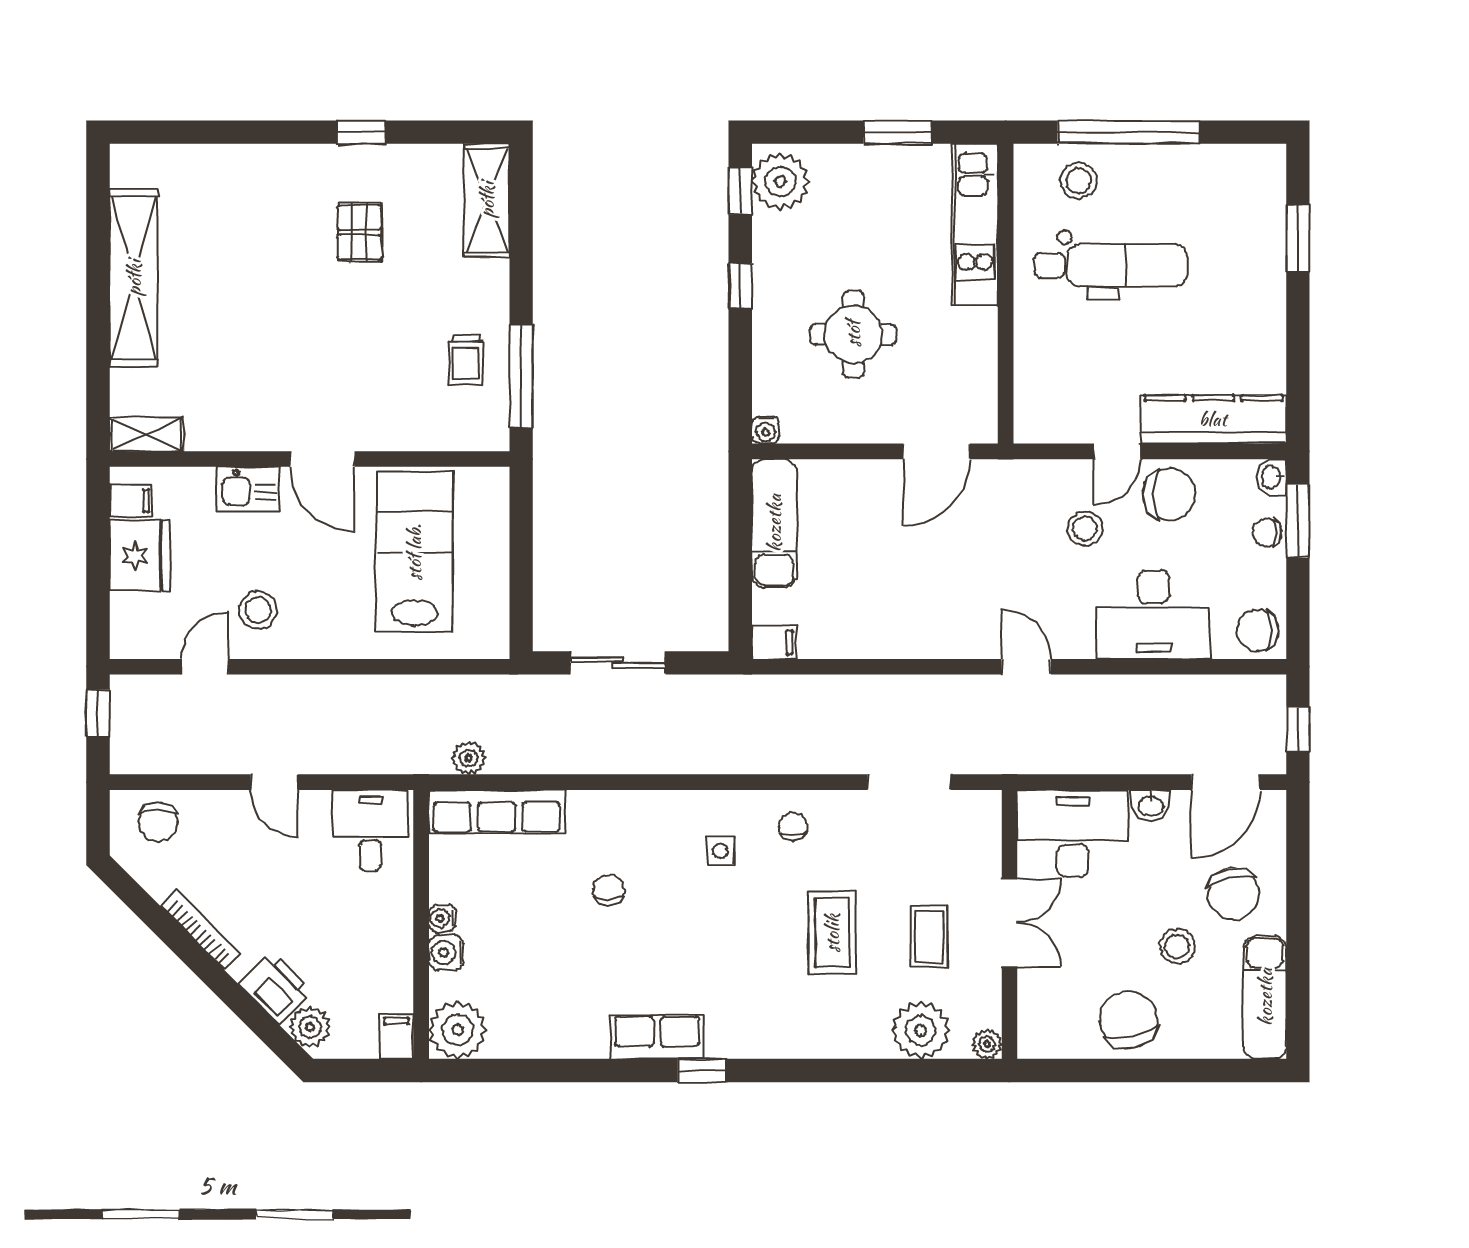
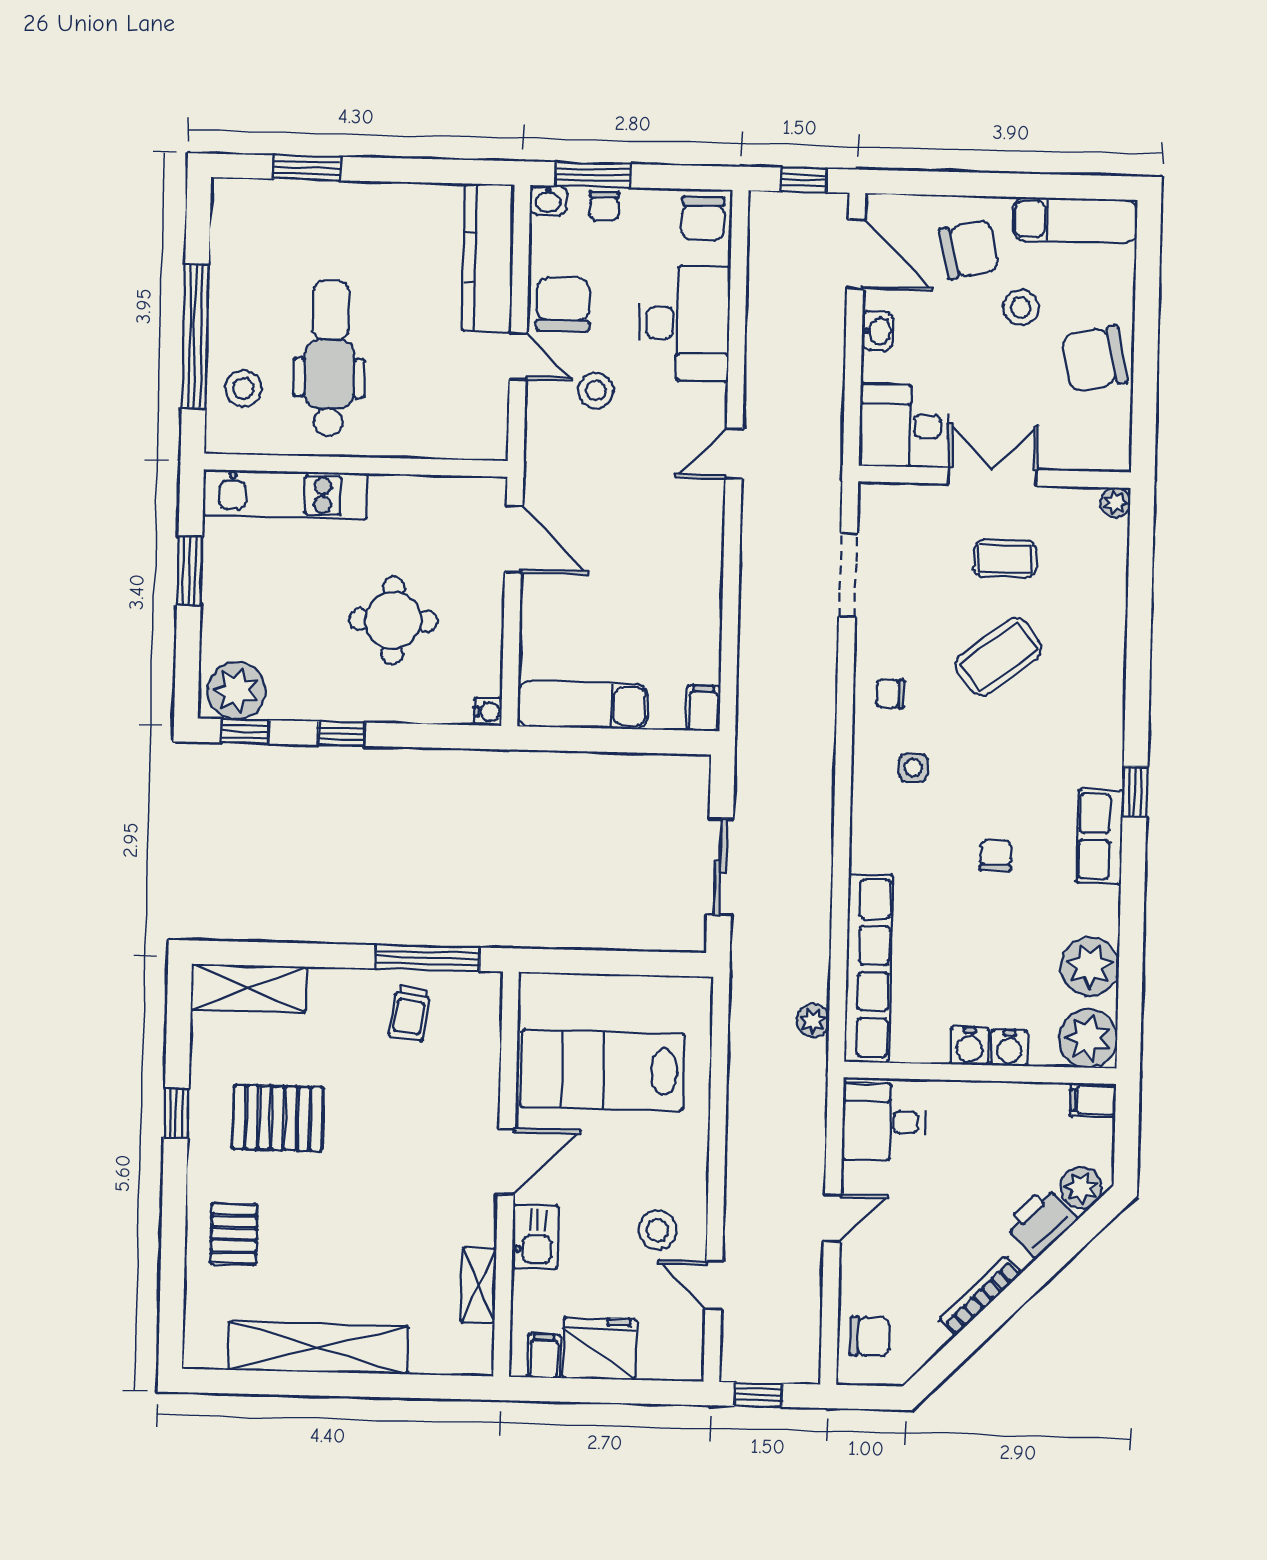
pallet: (244, 192) -> (234, 1234), added
pallet: (359, 232) -> (278, 1118), width x1.50, depth x1.42
trolley: (466, 360) -> (409, 1013), turned 98
shelving: (146, 435) -> (479, 1286), moved
row of seats: (497, 812) -> (869, 968), width x1.36
desk: (1073, 833) -> (904, 426), width x0.73
chair: (609, 890) -> (996, 856), moved, turned 90
water cooler: (442, 918) -> (969, 1046), width x1.38, depth x1.38
coffee table: (832, 933) -> (999, 657), turned -37
plant: (921, 1030) -> (1090, 966), moved

